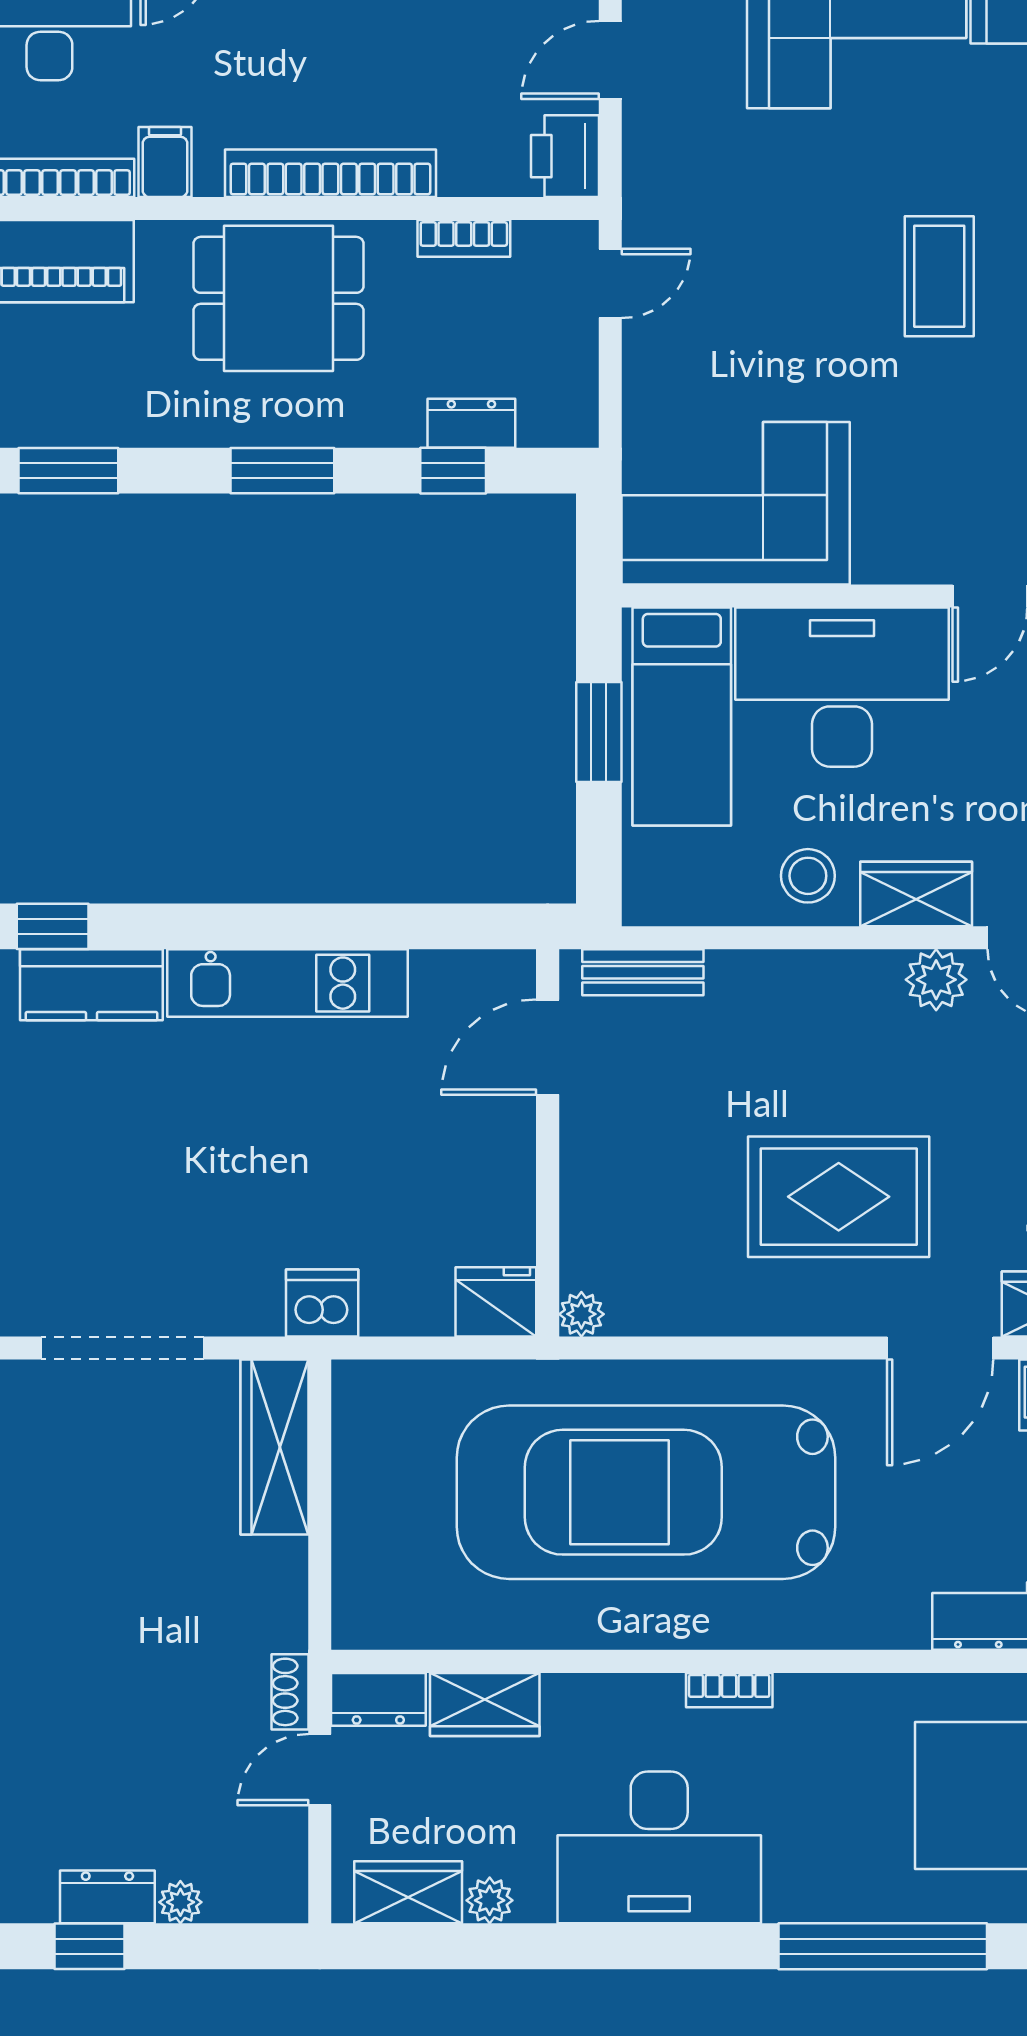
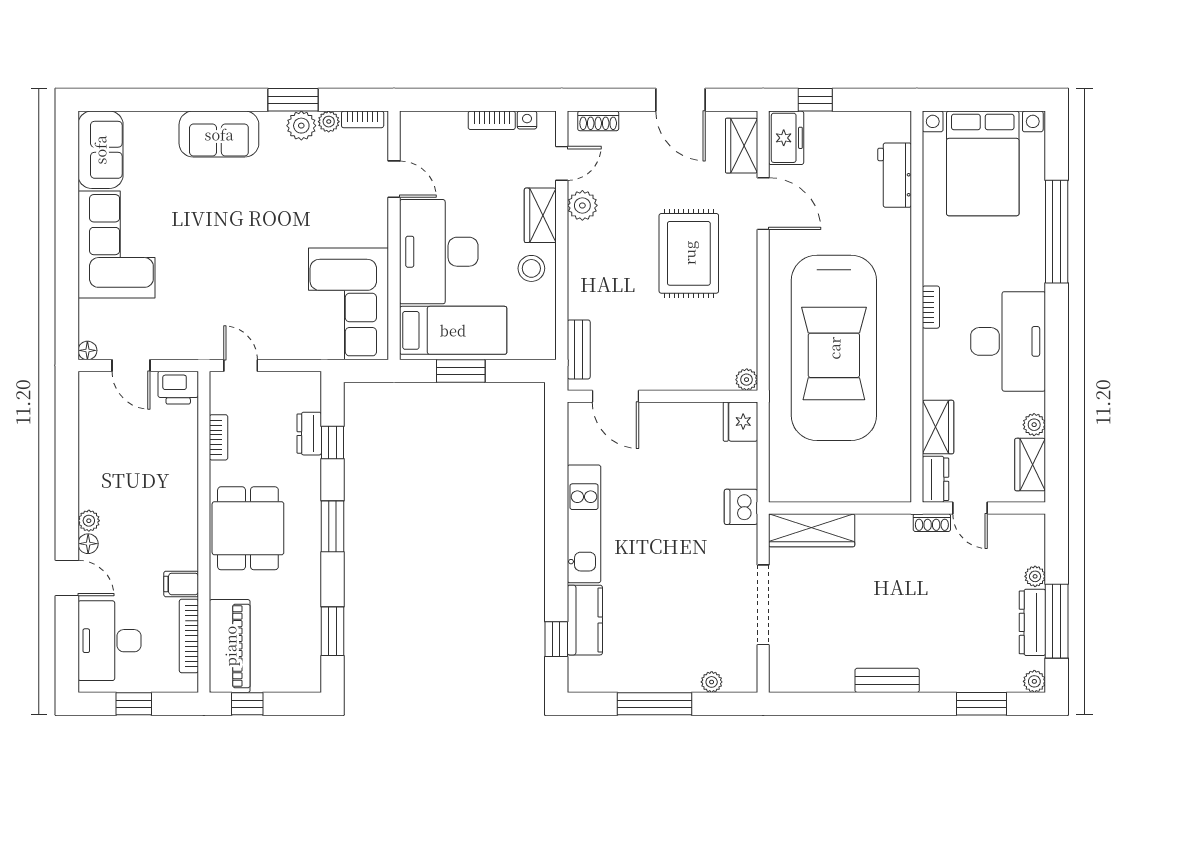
bookcase: (330, 173) -> (187, 503), removed
coffee table: (939, 276) -> (237, 204), removed
dresser: (107, 1897) -> (1032, 622), width x1.44
window: (89, 1946) -> (1057, 621), width x2.17

